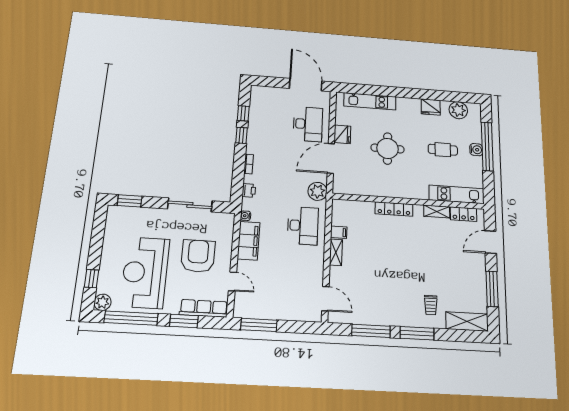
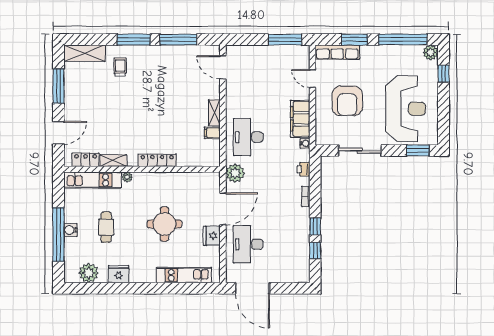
cafe table: (443, 150) -> (106, 227), turned 90
plant: (423, 195) -> (127, 177), added
reception desk: (145, 272) -> (405, 109), moved

